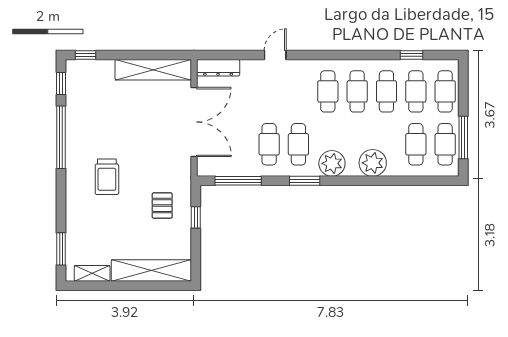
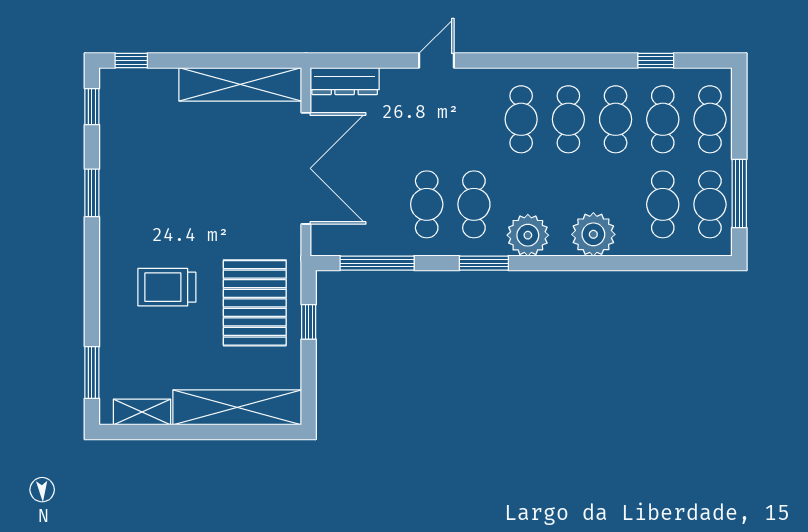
window: (61, 137) -> (92, 193), width x0.47
trolley: (107, 177) -> (167, 287), moved, turned 90
pallet: (162, 206) -> (255, 303), width x2.05, depth x2.00

